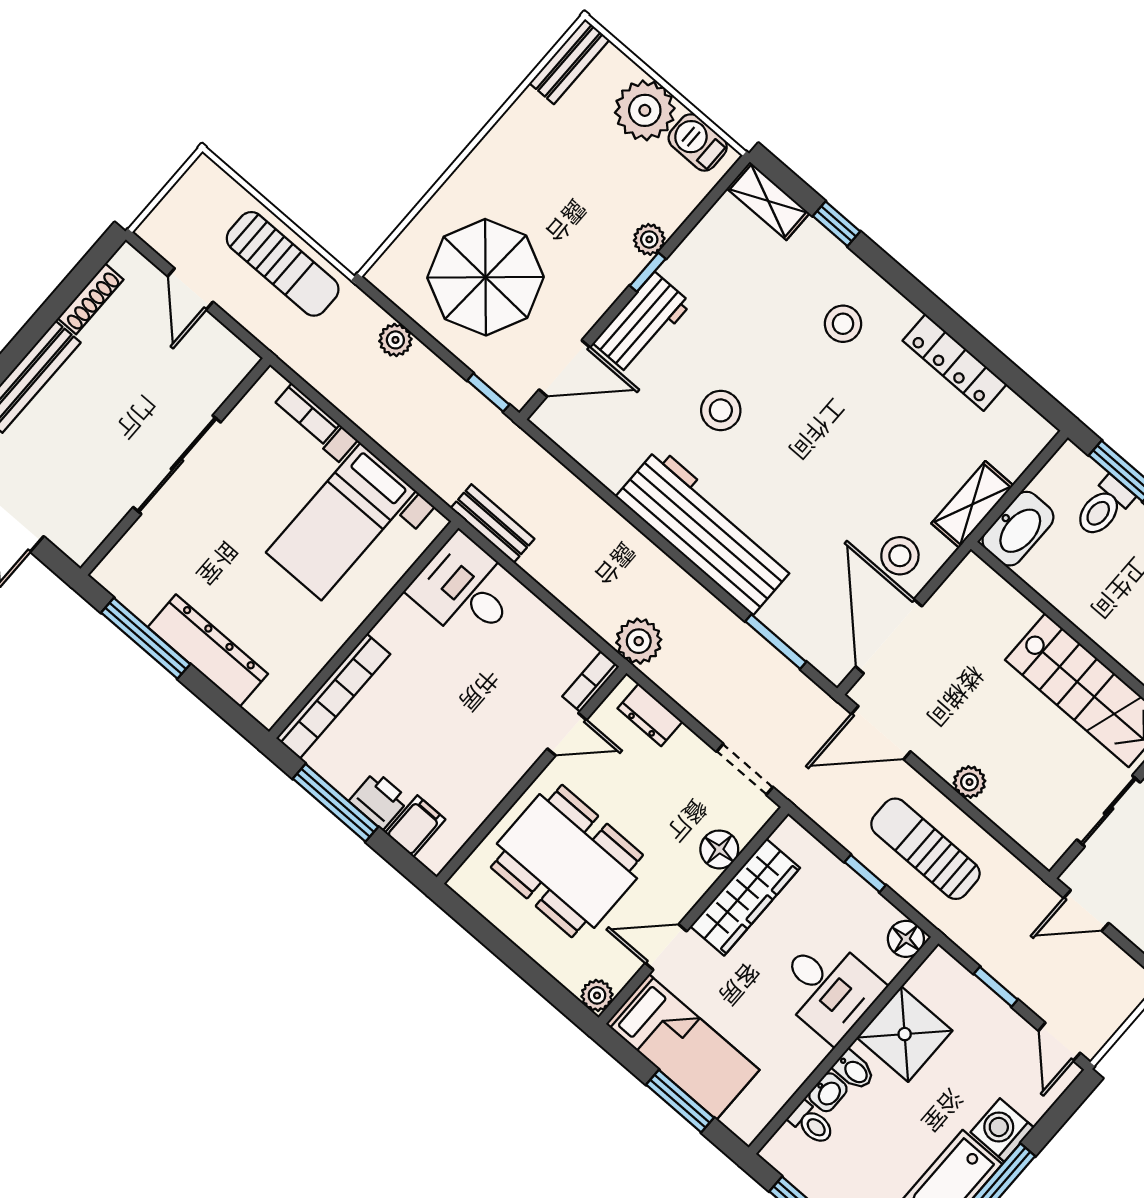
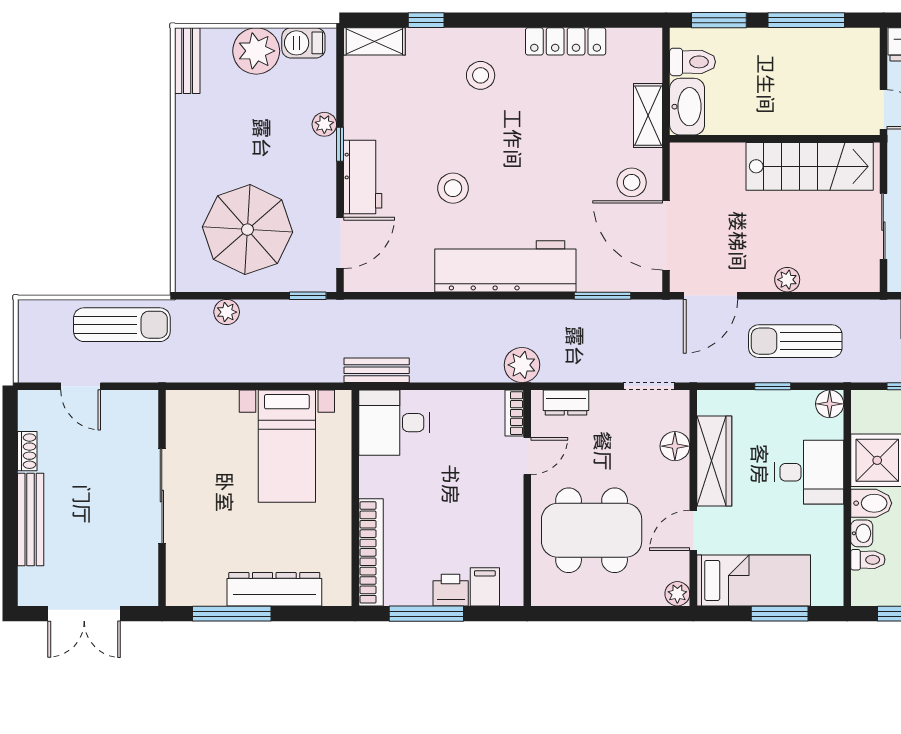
shoe rack: (91, 299) -> (27, 451), width x0.70
bookcase: (308, 413) -> (212, 400), removed
toilet: (1104, 507) -> (693, 62), moved, turned -90
bidet: (854, 1070) -> (871, 503), width x1.38, depth x1.36

